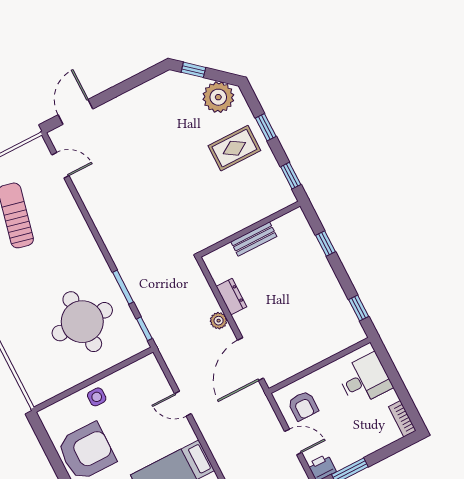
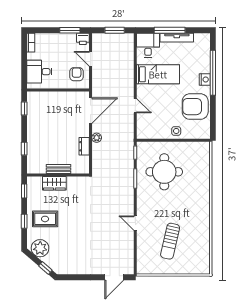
door: (60, 165) -> (135, 223), moved
wardrobe: (249, 213) -> (54, 183), added

